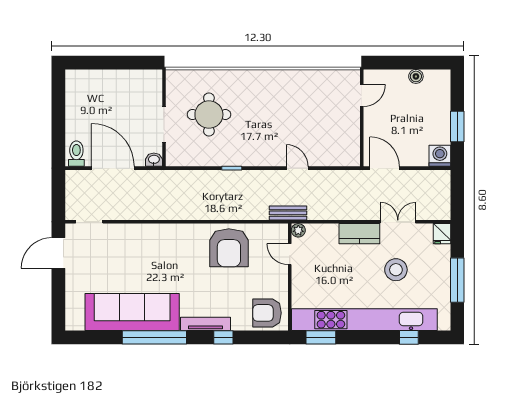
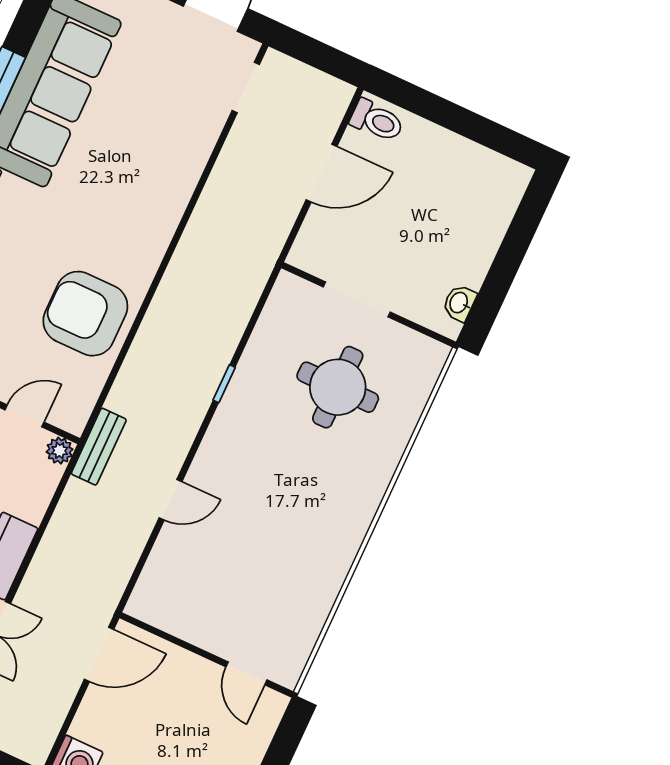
washbasin: (154, 160) -> (459, 303), moved, turned 180
door: (113, 168) -> (321, 173), width x0.73

